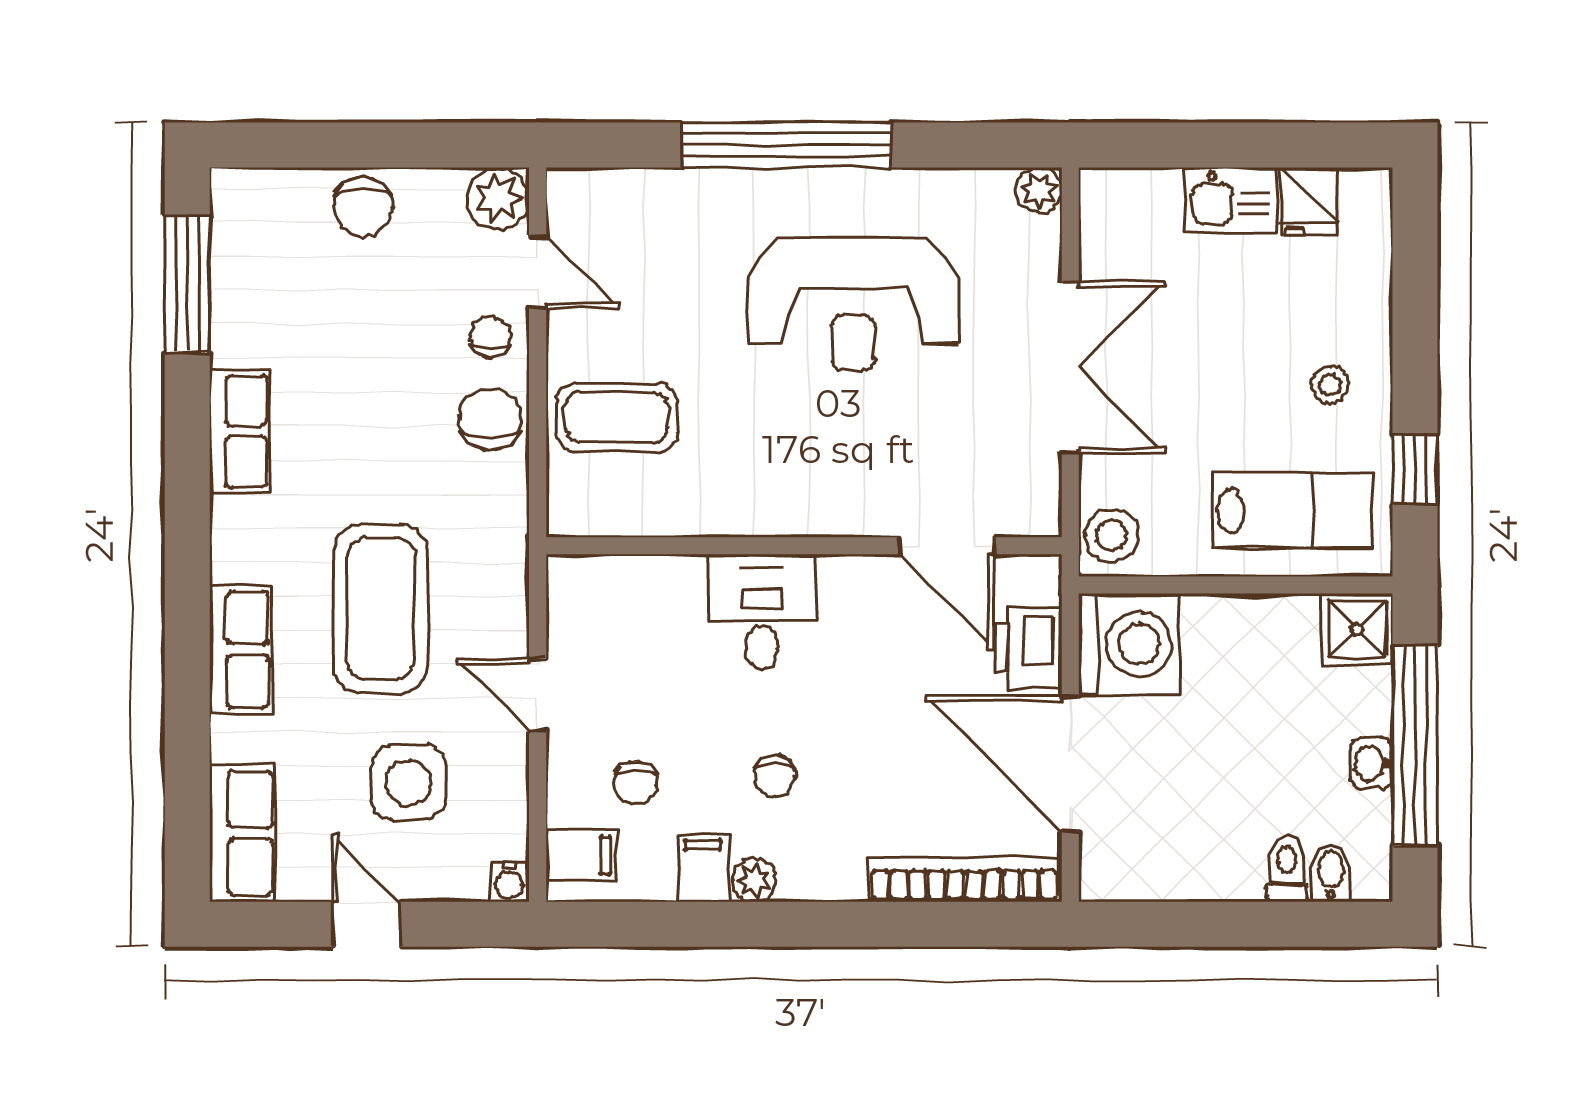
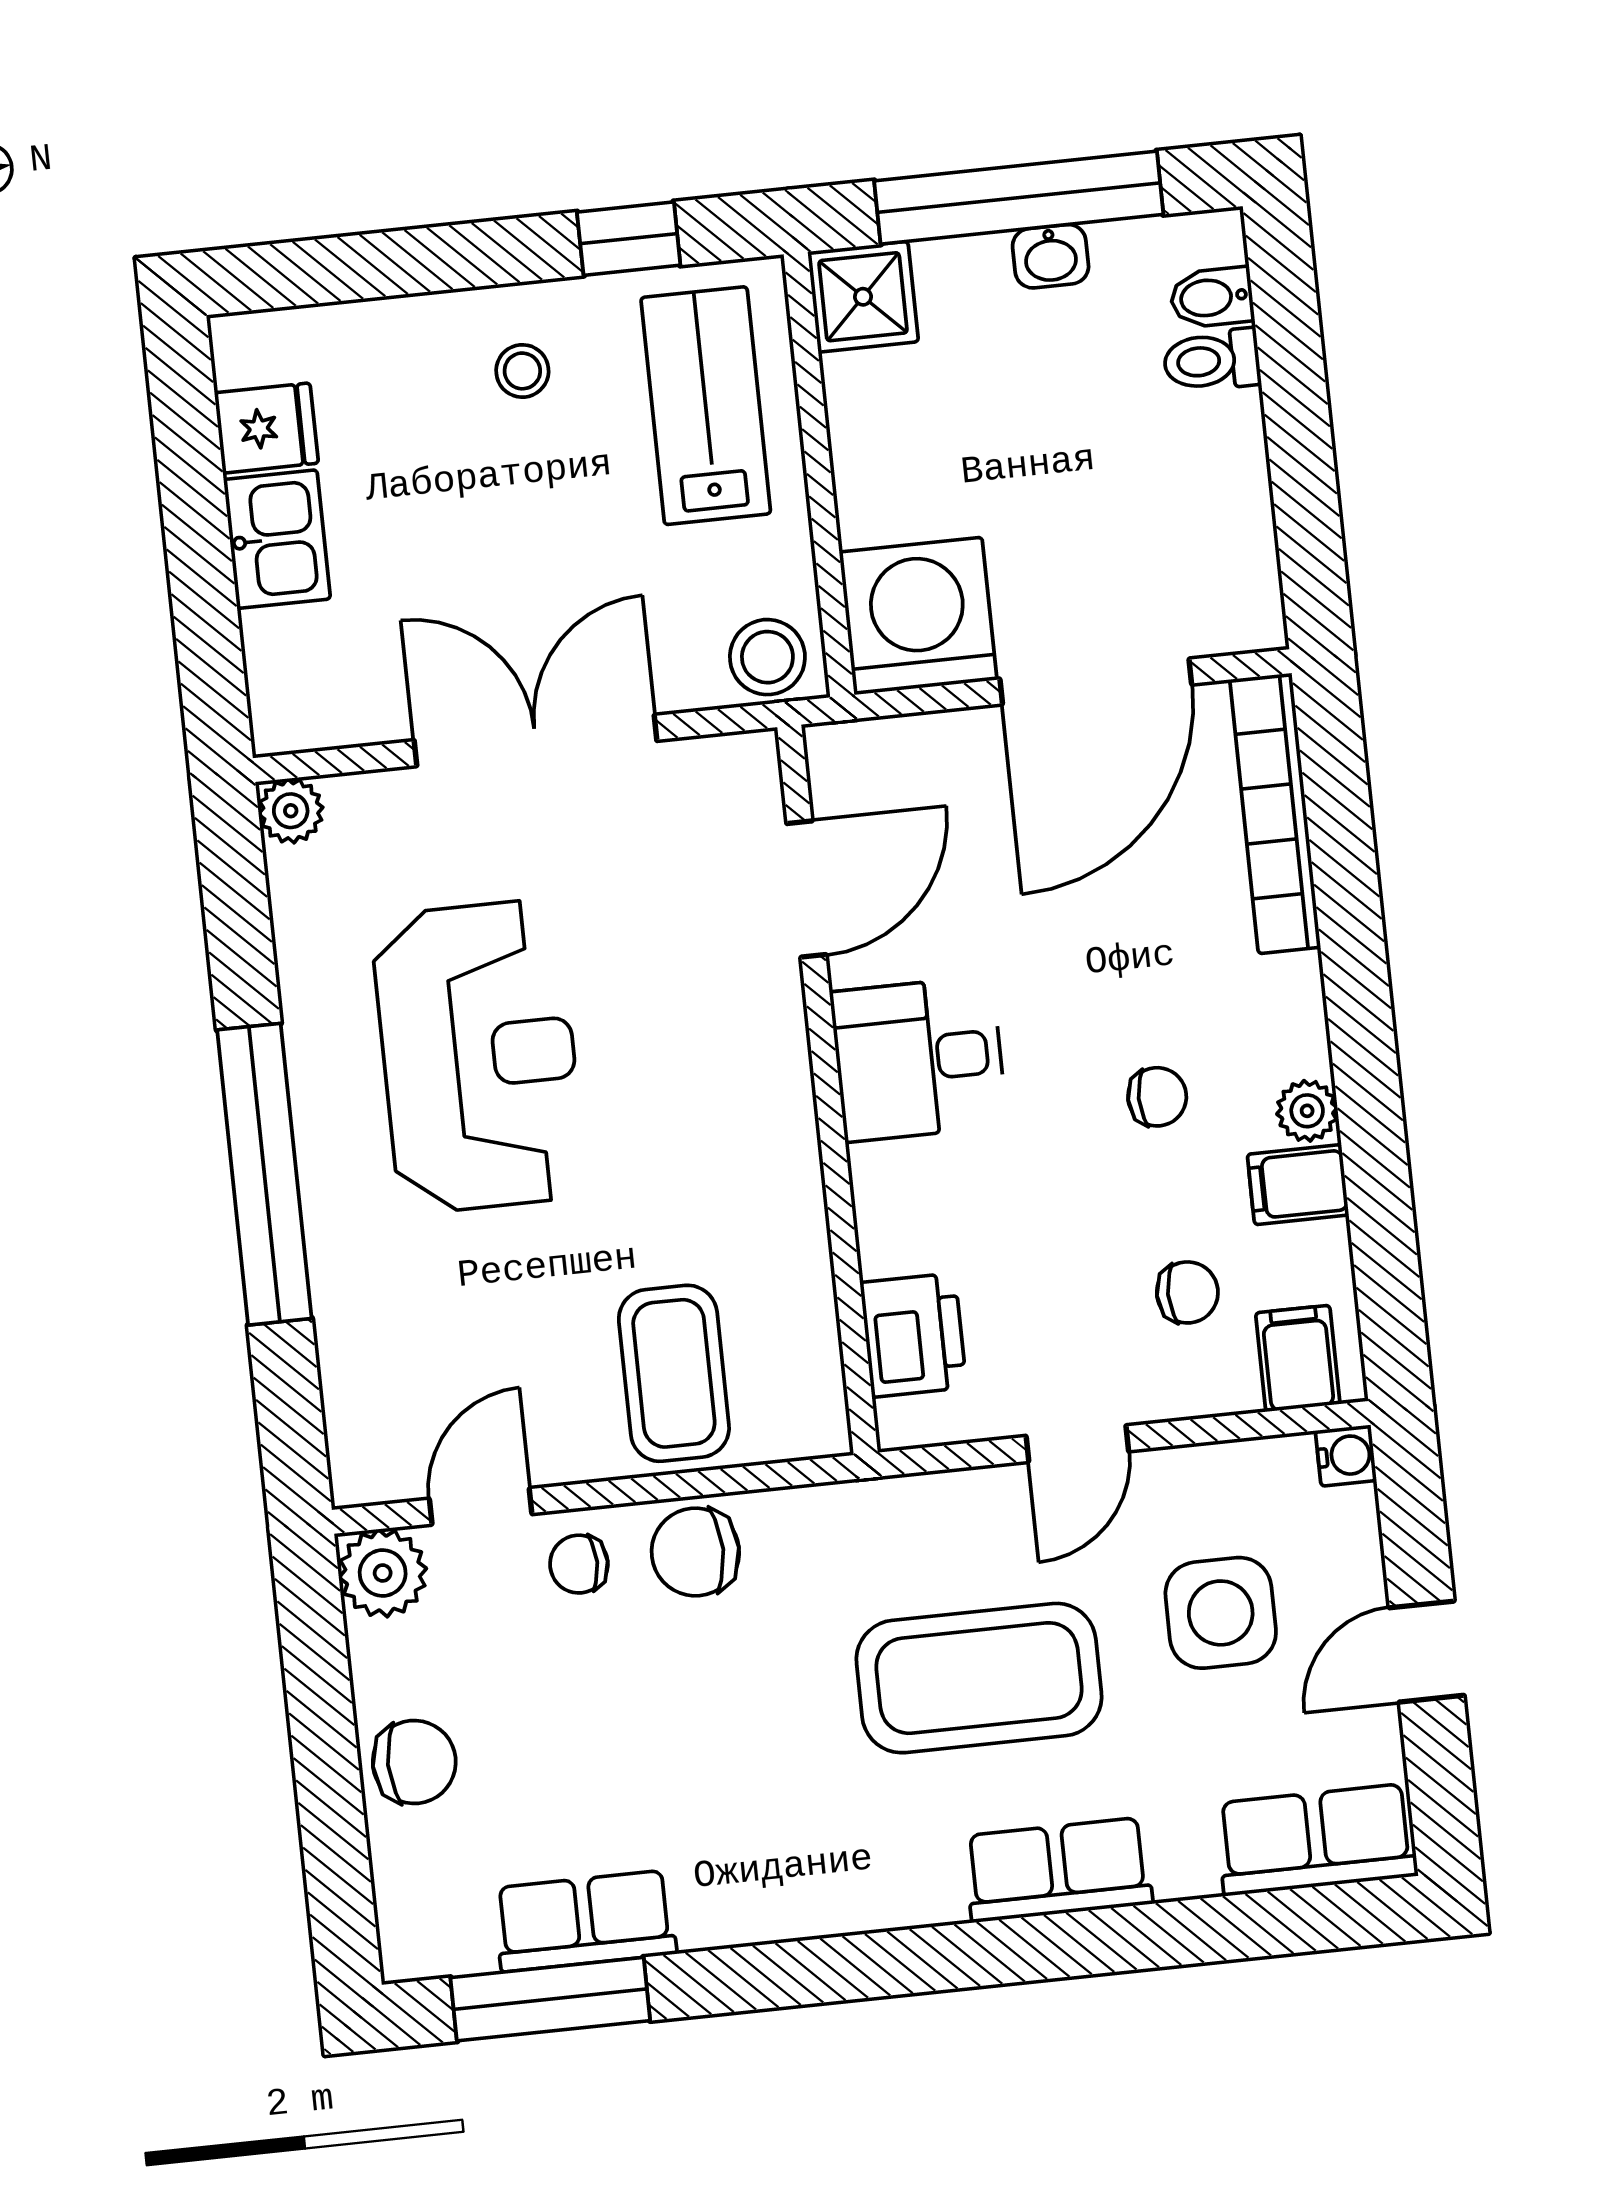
row of seats: (239, 431) -> (585, 1921), moved
desk: (762, 612) -> (919, 1059), moved
printer: (1028, 648) -> (913, 1335), moved, turned -90

